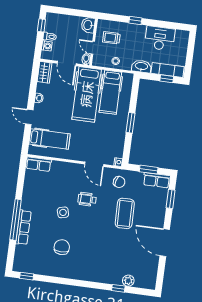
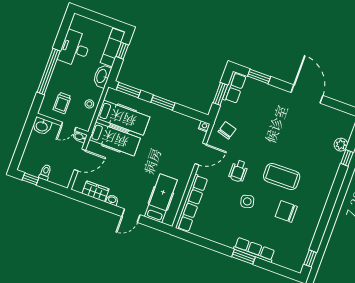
window: (135, 21) -> (49, 72), width x3.17
washing machine: (47, 46) -> (55, 178), removed
wardrobe: (44, 72) -> (96, 191), moved
window: (135, 91) -> (129, 90), added
hospital bed: (87, 94) -> (115, 139), width x0.73, depth x0.78
row of seats: (39, 164) -> (192, 203), width x2.02
coffee table: (125, 213) -> (282, 176), moved
window: (16, 220) -> (244, 257), width x0.47
door: (165, 243) -> (307, 94), swing flipped

